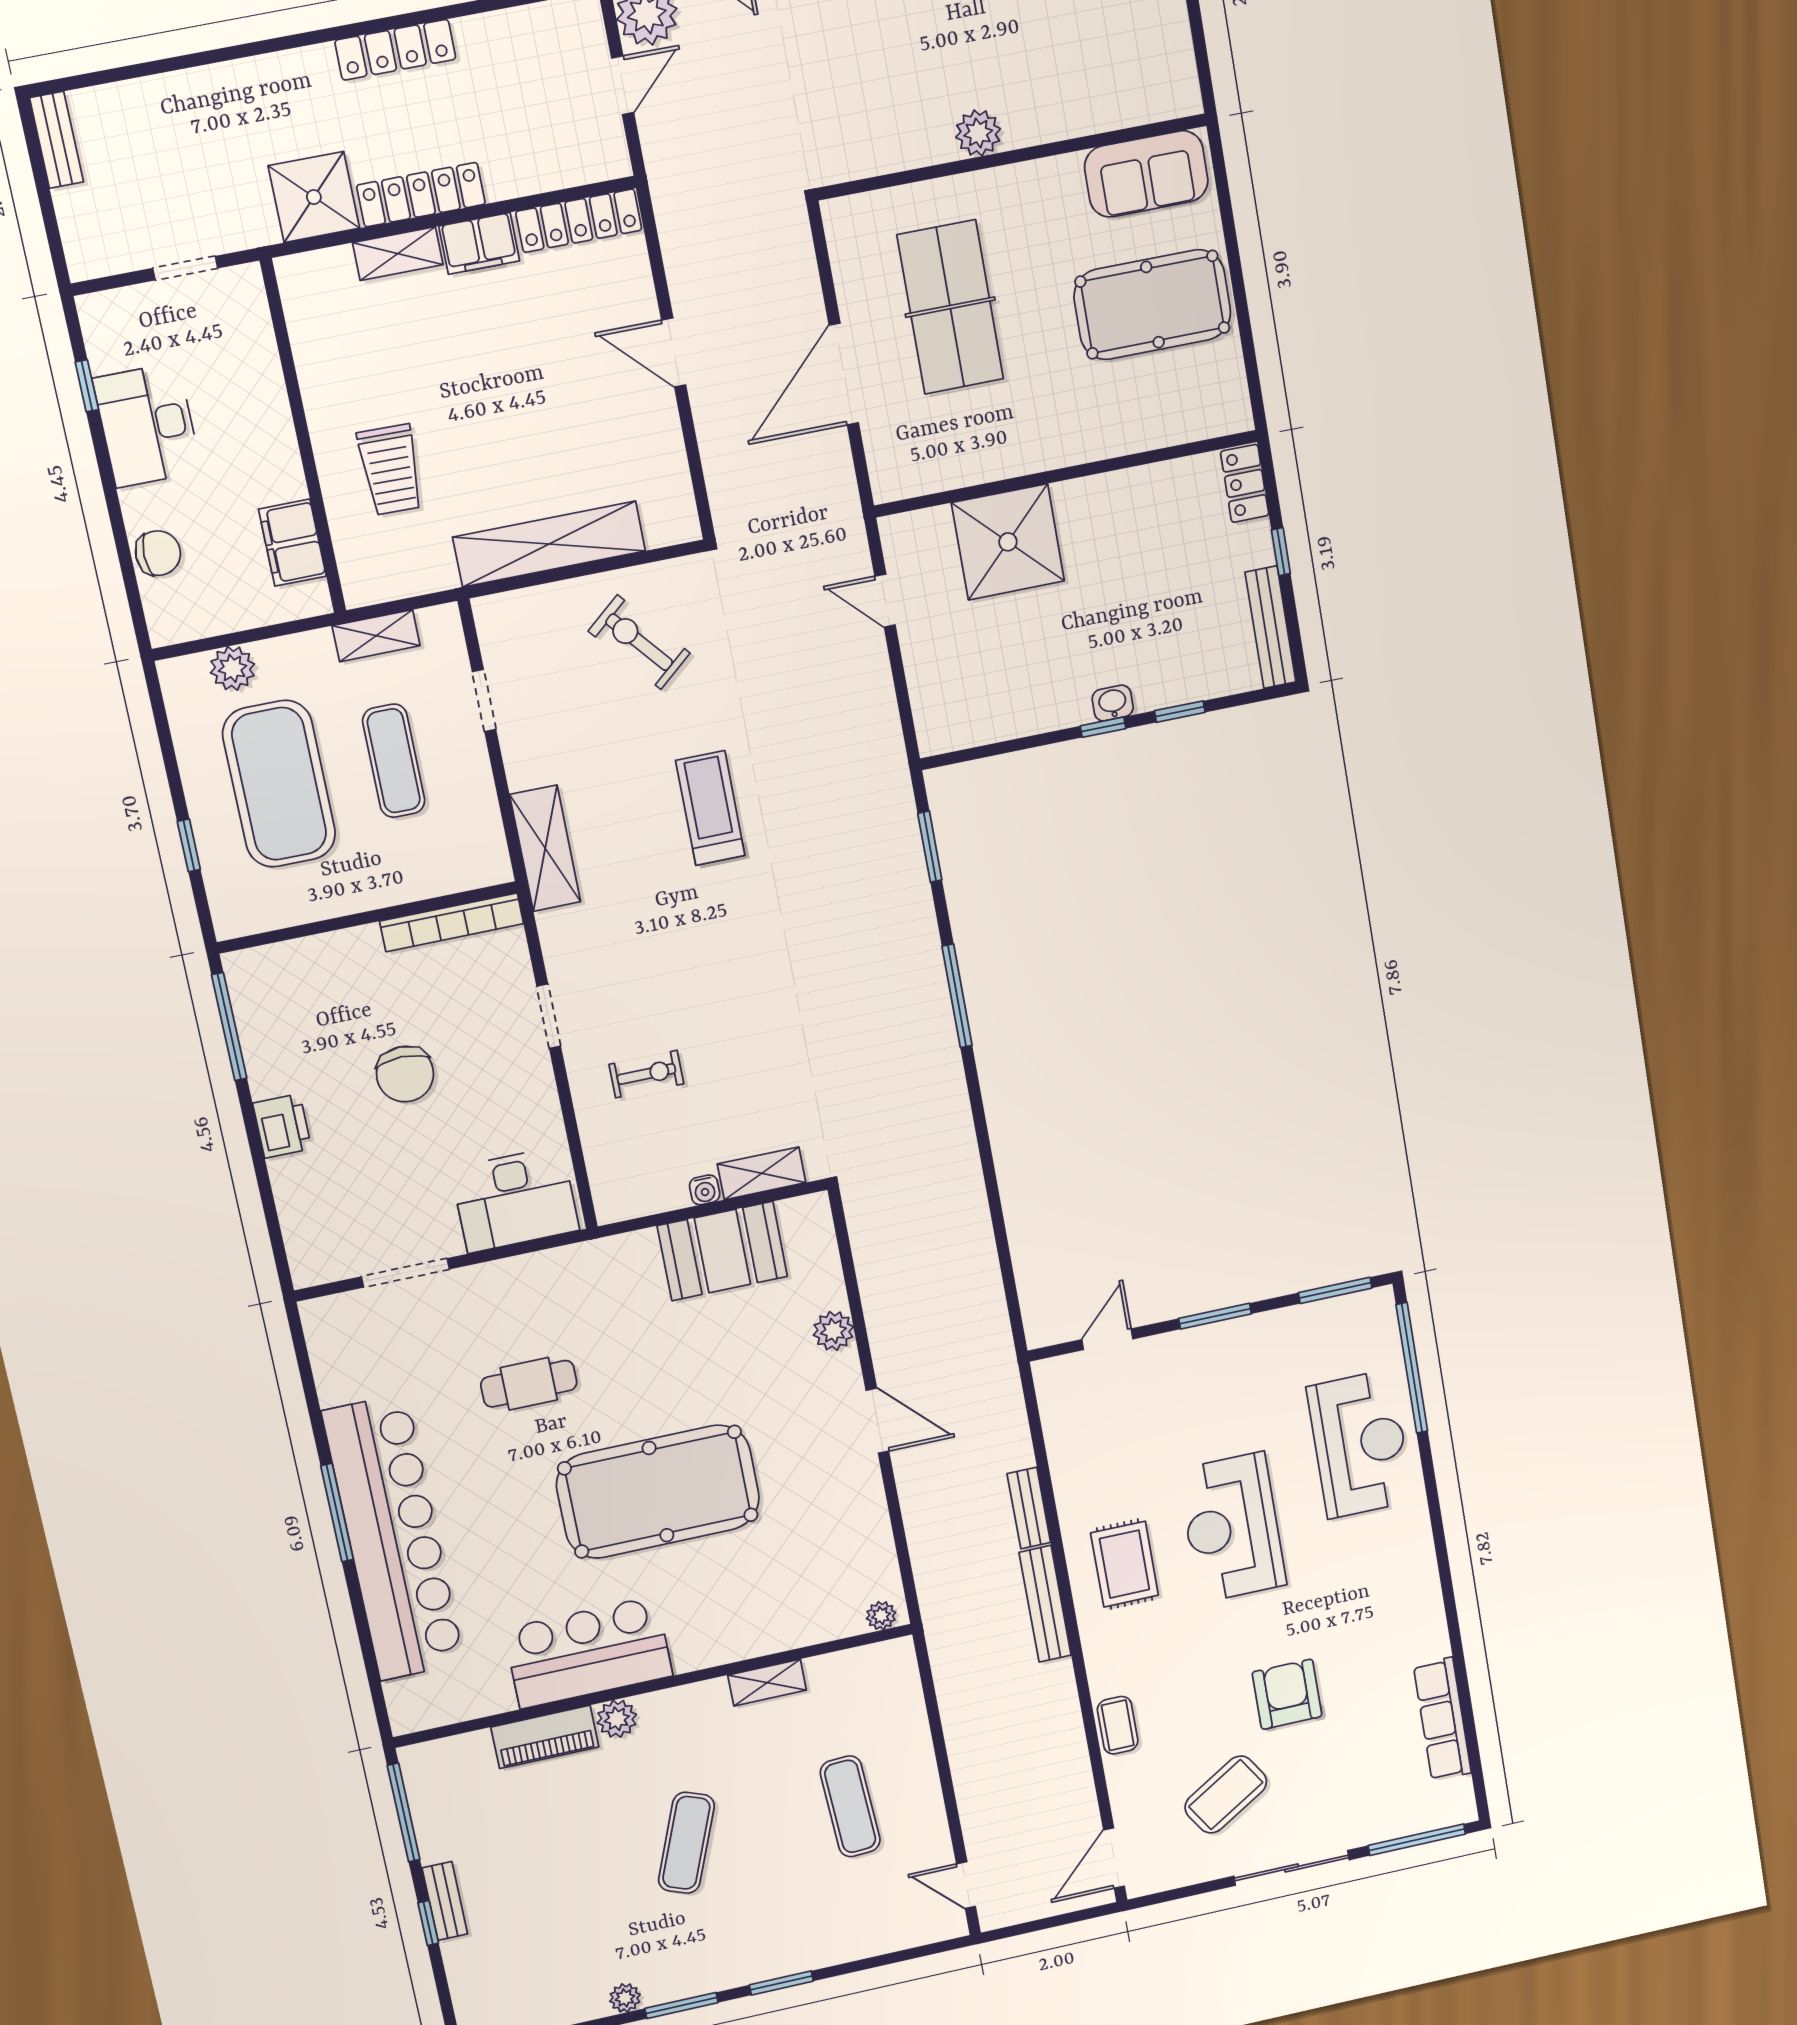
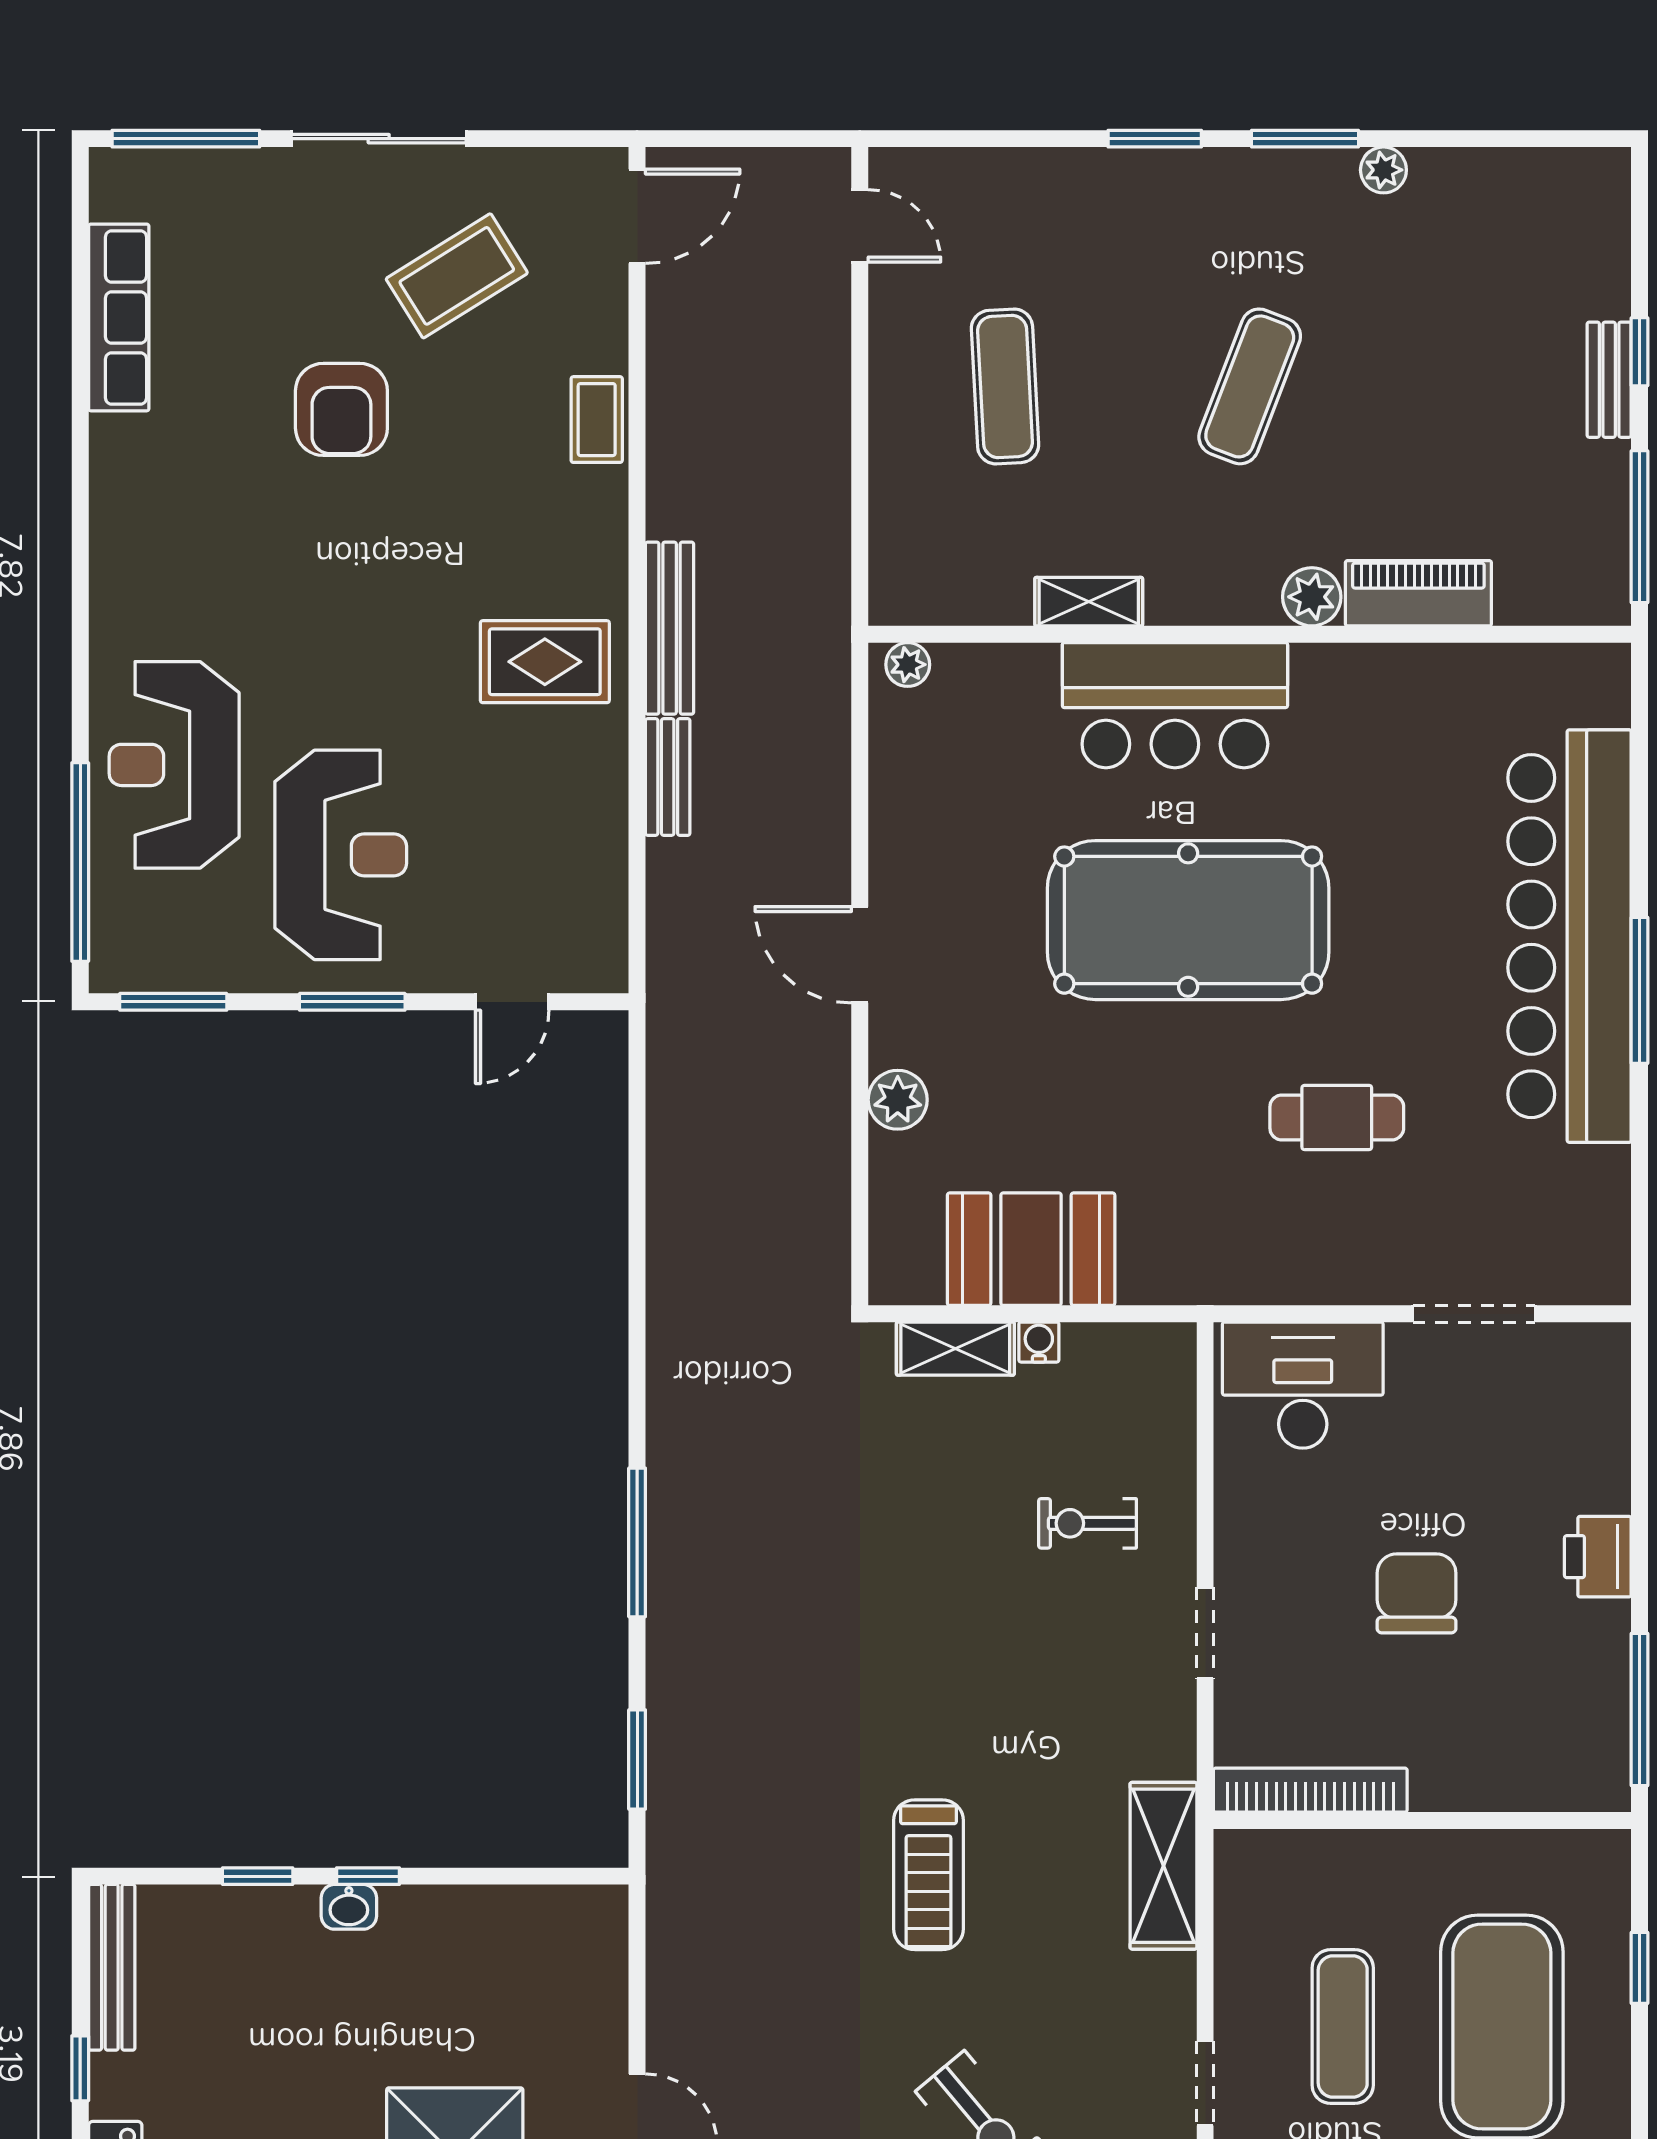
reception desk: (1232, 1527) -> (341, 855), moved
rug: (1125, 1564) -> (545, 662), turned 90
bar counter: (588, 1652) -> (1175, 705), moved

